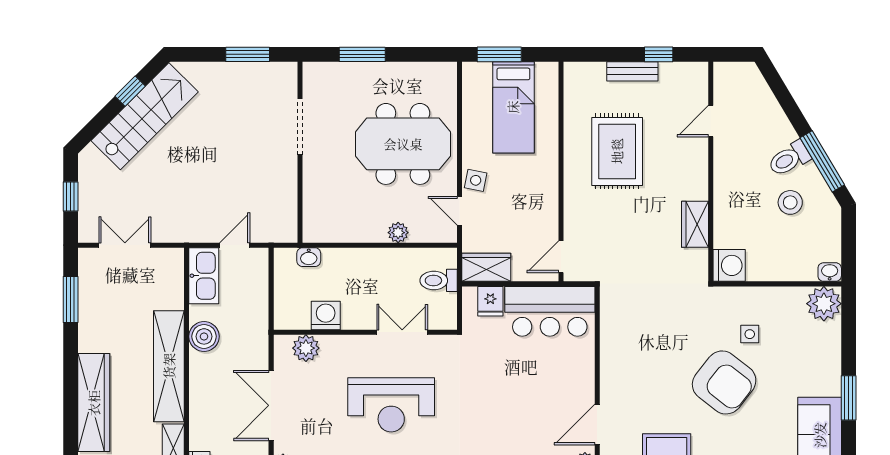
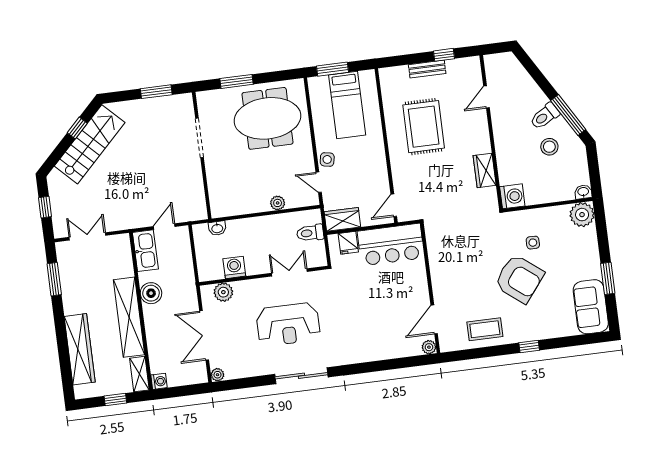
meeting table: (403, 144) -> (267, 118), moved

